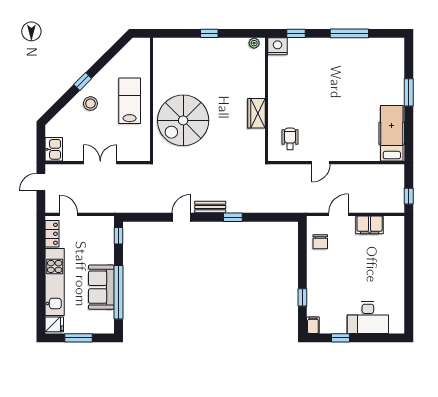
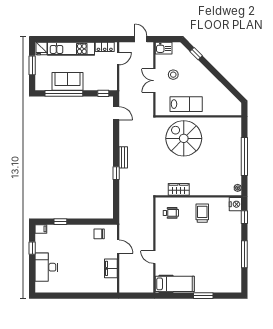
window: (209, 33) -> (244, 157), width x3.17
window: (83, 81) -> (196, 54), moved
trolley: (290, 94) -> (202, 213), added
lab bench: (130, 101) -> (186, 104), moved
stool: (90, 104) -> (173, 75), moved
wardrobe: (256, 113) -> (179, 189), moved
double door: (100, 163) -> (154, 81), swing flipped
door: (321, 163) -> (154, 257), moved
window: (409, 196) -> (131, 296), removed
door: (181, 217) -> (116, 113), moved

